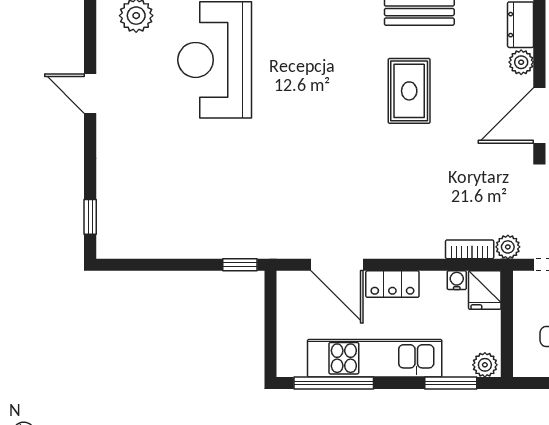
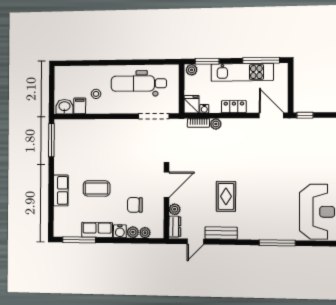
plant: (508, 247) -> (216, 124), moved
door: (337, 265) -> (271, 115), moved

